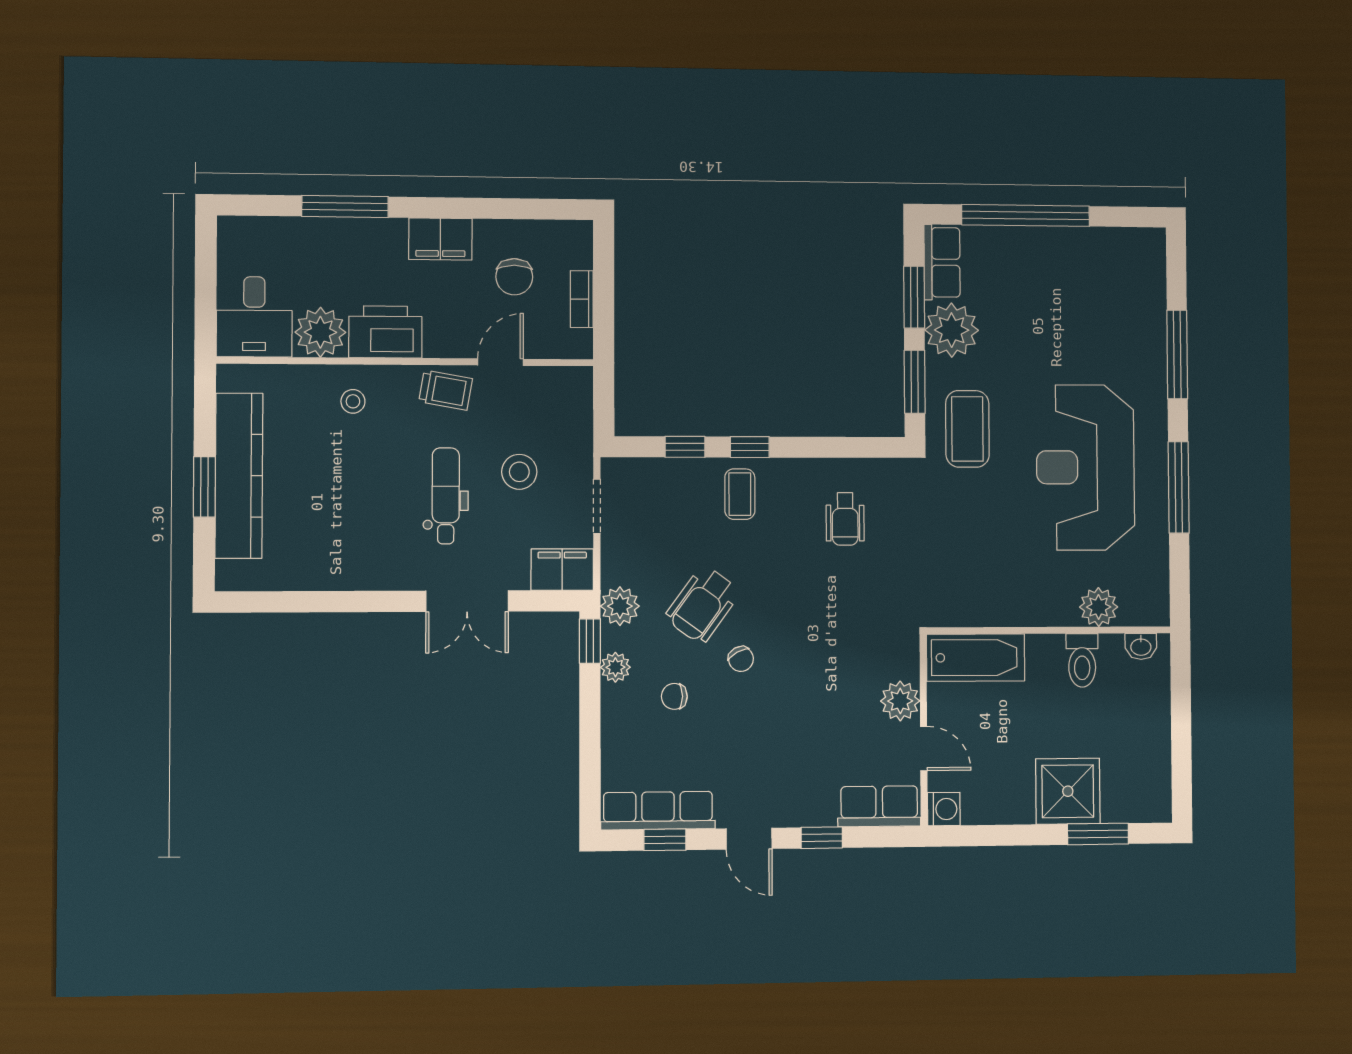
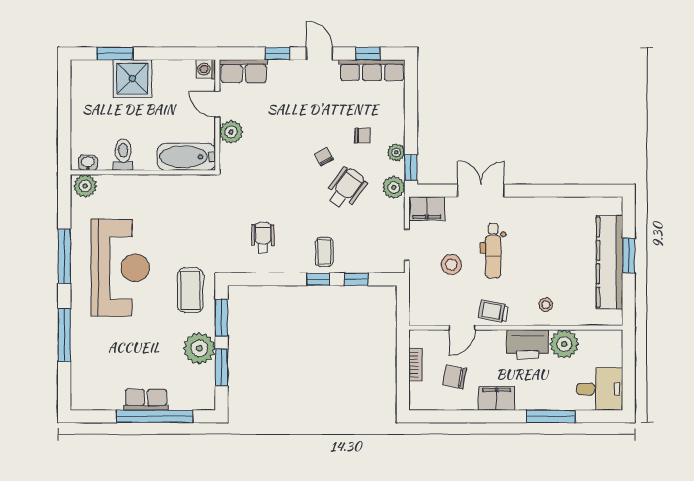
row of seats: (942, 262) -> (146, 400), moved, turned 90
chair: (514, 277) -> (454, 377), turned -80
desk: (254, 317) -> (600, 389), moved, turned 90
plant: (1099, 607) -> (85, 186), moved

